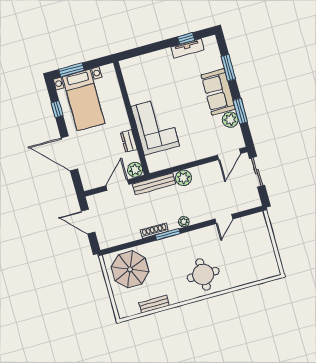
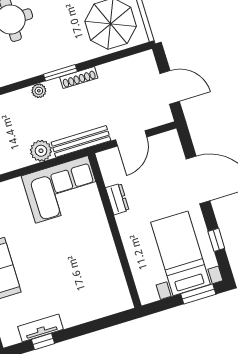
corner sofa: (155, 126) -> (62, 189), moved, turned -90
plant: (135, 170) -> (108, 160), removed

